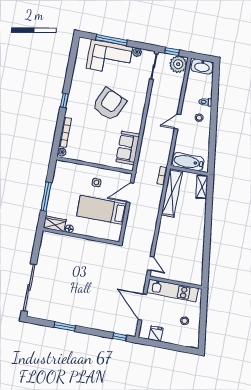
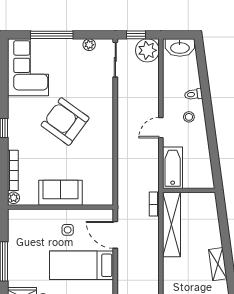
corner sofa: (109, 58) -> (28, 67), moved, turned -90
armchair: (109, 104) -> (65, 122), turned -78
sofa: (128, 148) -> (60, 193), moved, turned 90
bathtub: (188, 162) -> (173, 168), moved, turned 90
shelving: (202, 187) -> (218, 264), moved
door: (130, 193) -> (115, 235), hinge flipped

